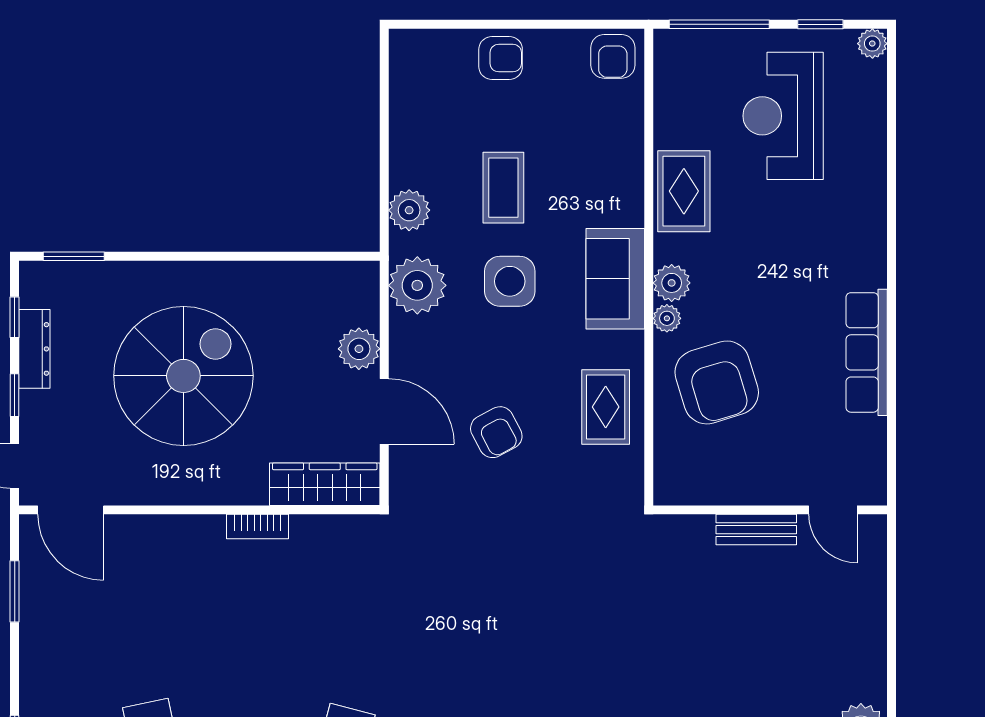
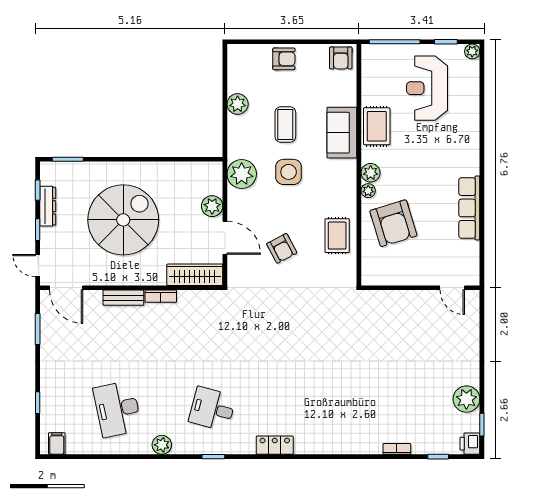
plant: (409, 210) -> (238, 104), moved
sofa: (615, 279) -> (342, 133), moved
bench: (756, 530) -> (123, 298), moved

